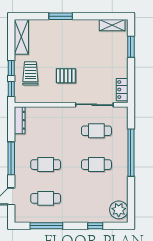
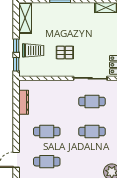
trolley: (30, 73) -> (33, 50), turned 90
dresser: (20, 120) -> (24, 102), moved
window: (11, 158) -> (16, 126), removed

